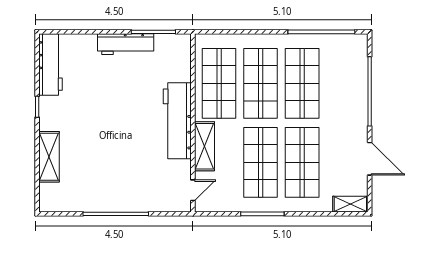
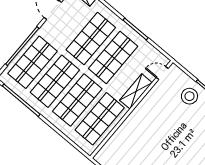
shop shelf: (344, 83) -> (33, 62), added
workbench: (177, 121) -> (139, 118), removed
stool: (142, 190) -> (189, 96), added

